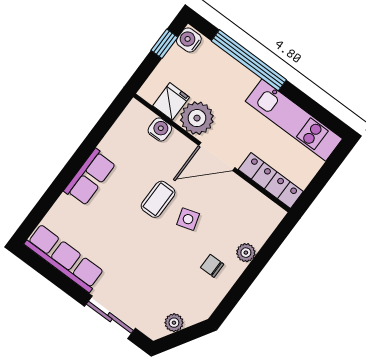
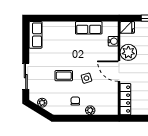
fridge: (171, 101) -> (127, 27), moved
row of seats: (90, 177) -> (89, 28), moved
coffee table: (158, 199) -> (64, 76), moved
row of seats: (64, 258) -> (35, 35), width x0.68

